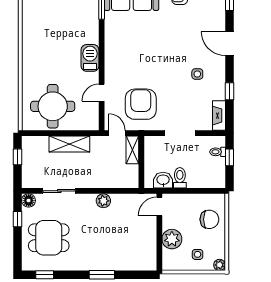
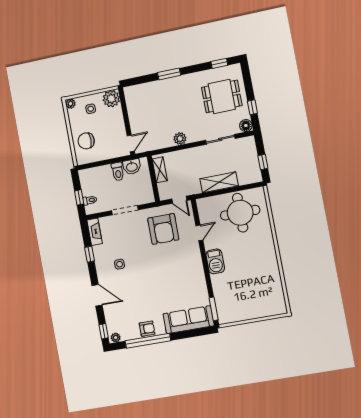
shelving: (132, 150) -> (160, 170), moved
plant: (172, 239) -> (111, 99), moved

